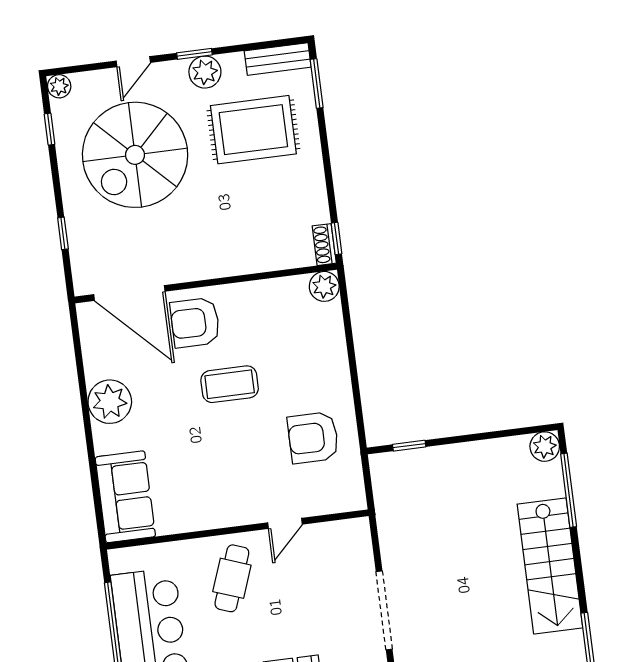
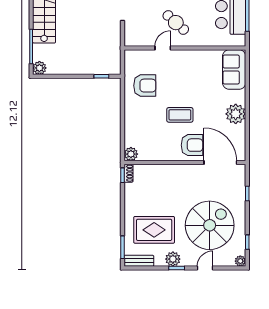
cafe table: (232, 578) -> (176, 23), moved, turned -68

